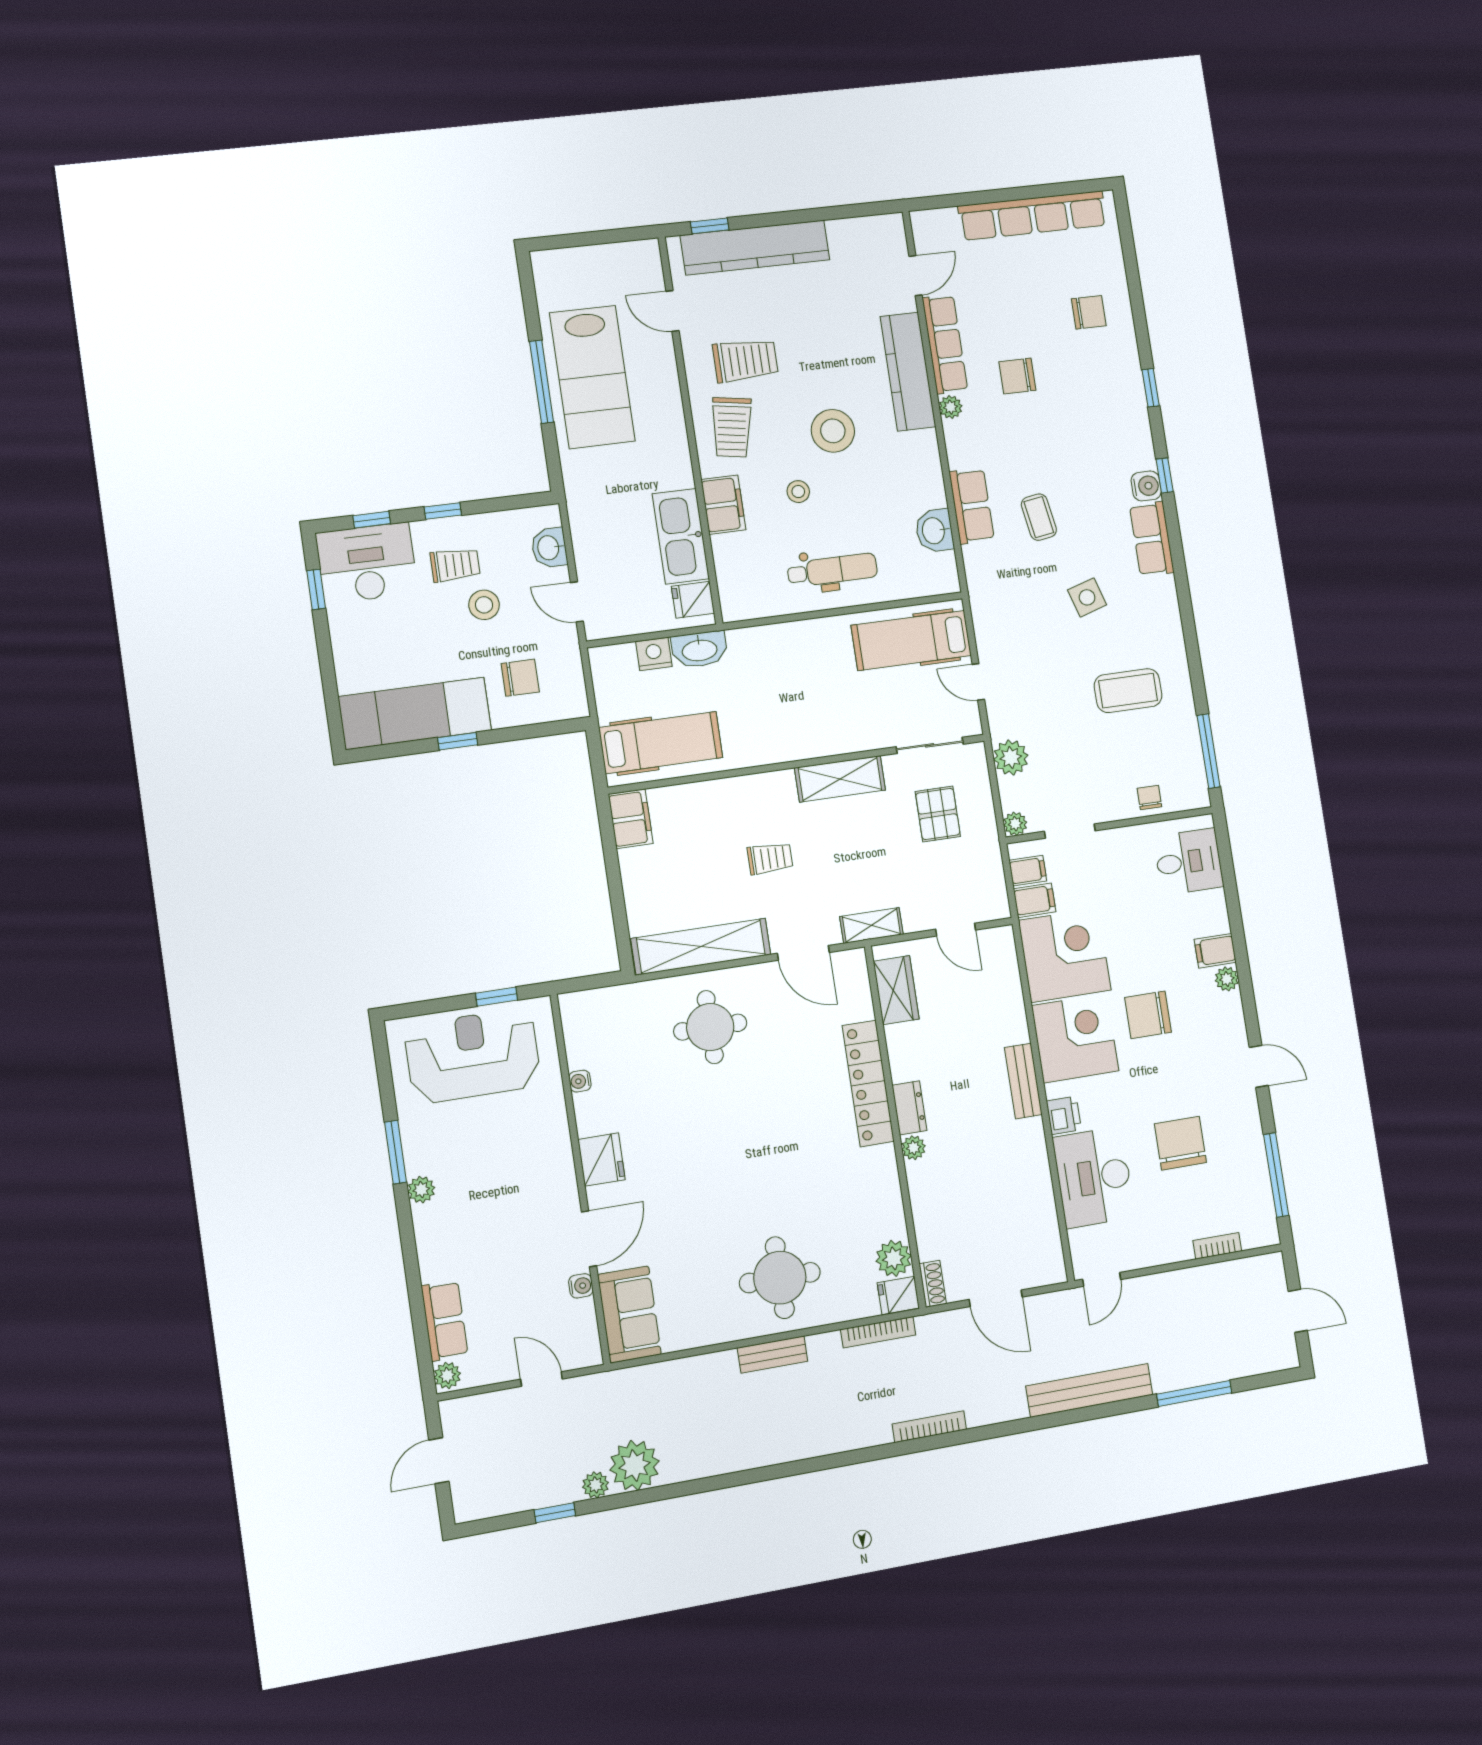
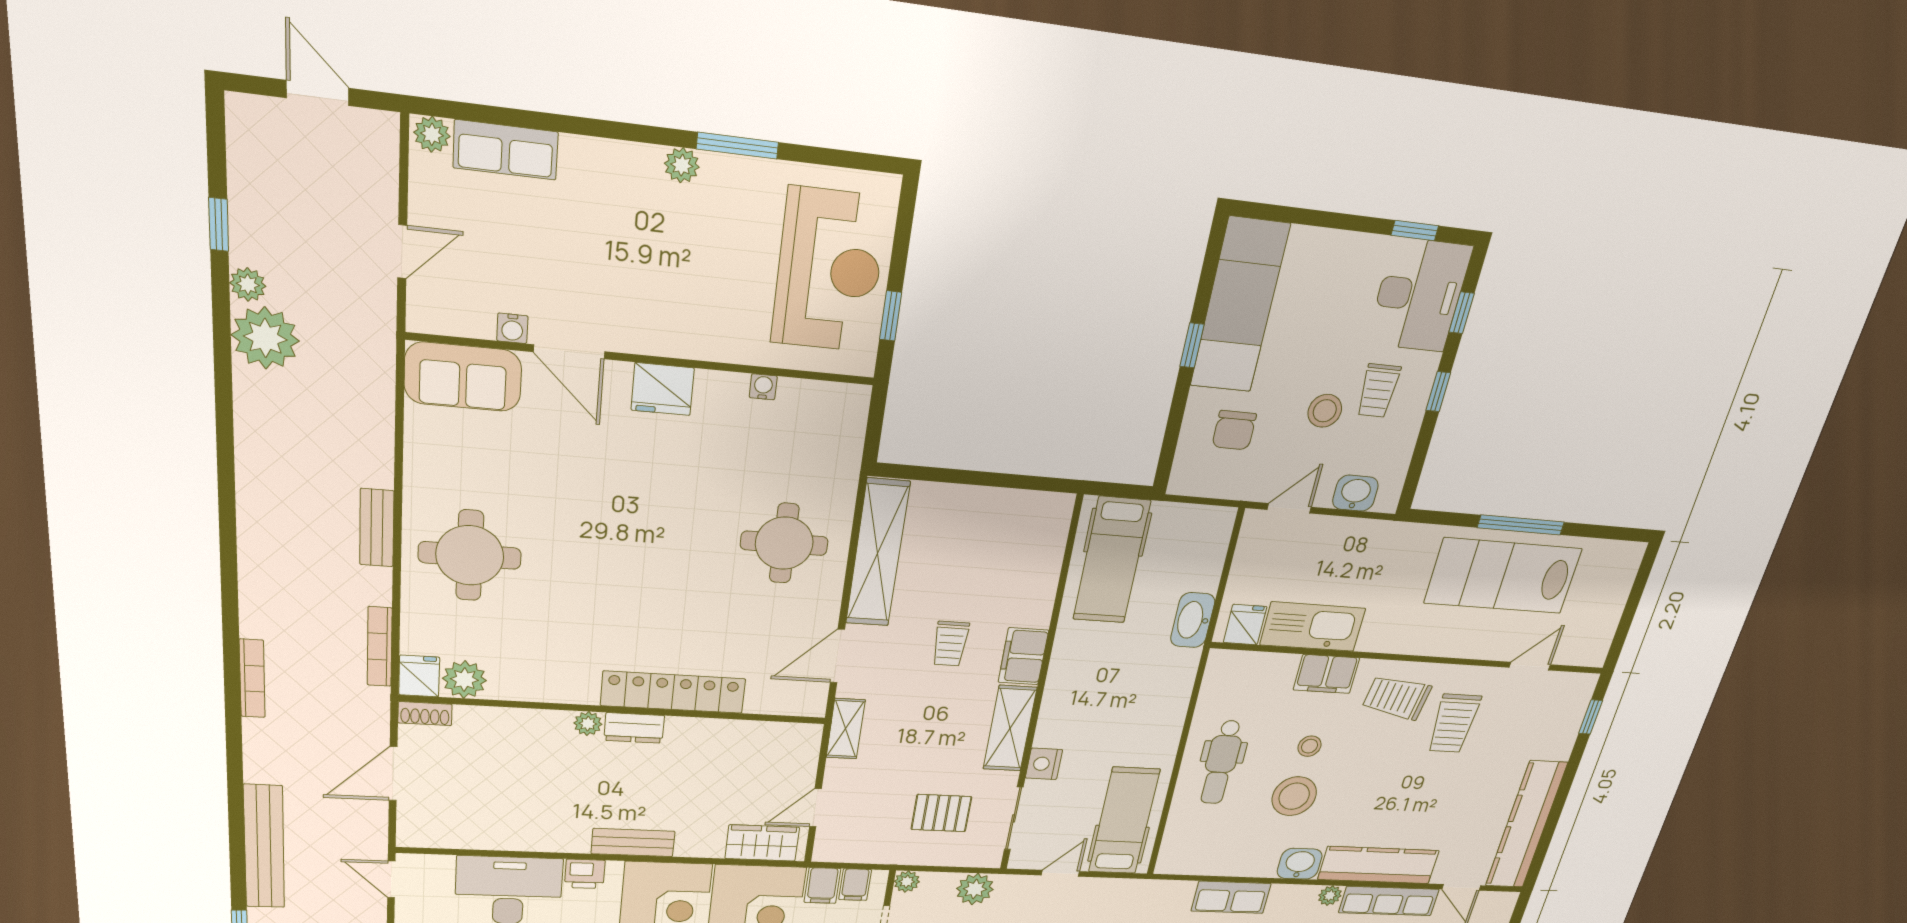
kitchen counter: (755, 247) -> (1526, 825), moved
stool: (833, 431) -> (1294, 796), moved
washbasin: (934, 531) -> (1300, 864), moved
nightstand: (654, 654) -> (1044, 764), moved, turned 180
filing cabinet: (631, 819) -> (1023, 656), moved, turned 90
wardrobe: (896, 990) -> (762, 843), moved, turned 180

